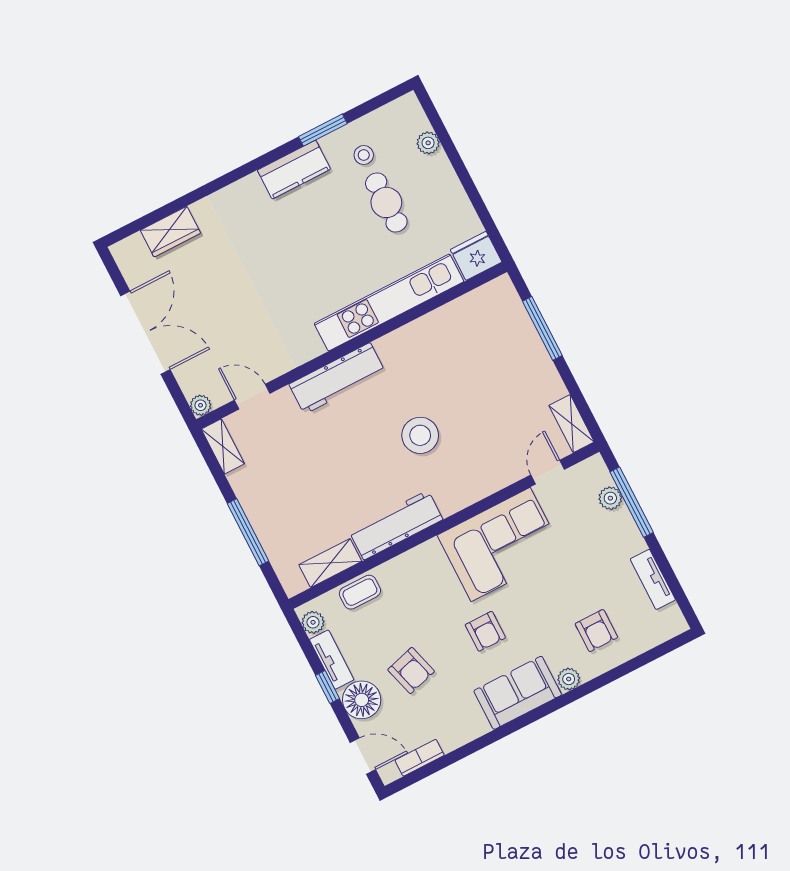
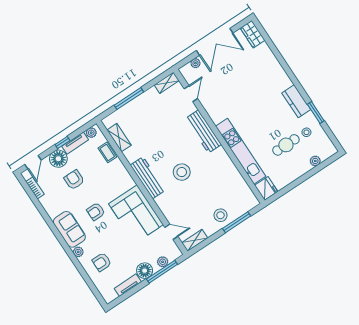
wardrobe: (170, 232) -> (253, 34), moved
stool: (523, 361) -> (220, 215), added
plant: (201, 405) -> (195, 63), moved
workbench: (396, 525) -> (148, 178), moved
floor lamp: (625, 539) -> (145, 271), added
armchair: (411, 671) -> (74, 180), turned 106

